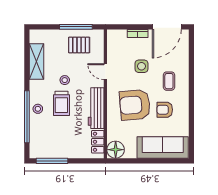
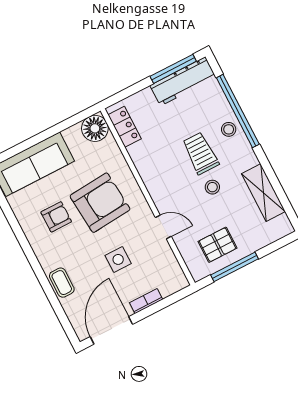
coffee table: (169, 81) -> (62, 283), moved
workbench: (96, 108) -> (183, 81), moved, turned 90

